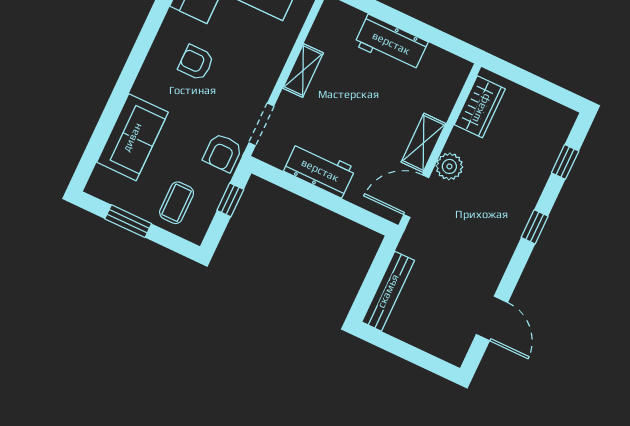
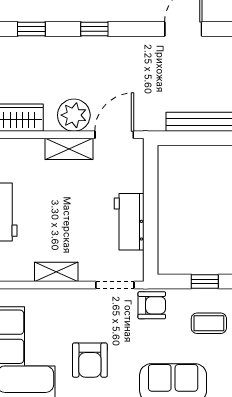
armchair: (196, 63) -> (90, 360), width x1.38, depth x1.38
plant: (449, 166) -> (74, 115), width x1.36, depth x1.36
door: (416, 196) -> (114, 135), swing flipped
window: (230, 200) -> (205, 282), moved

